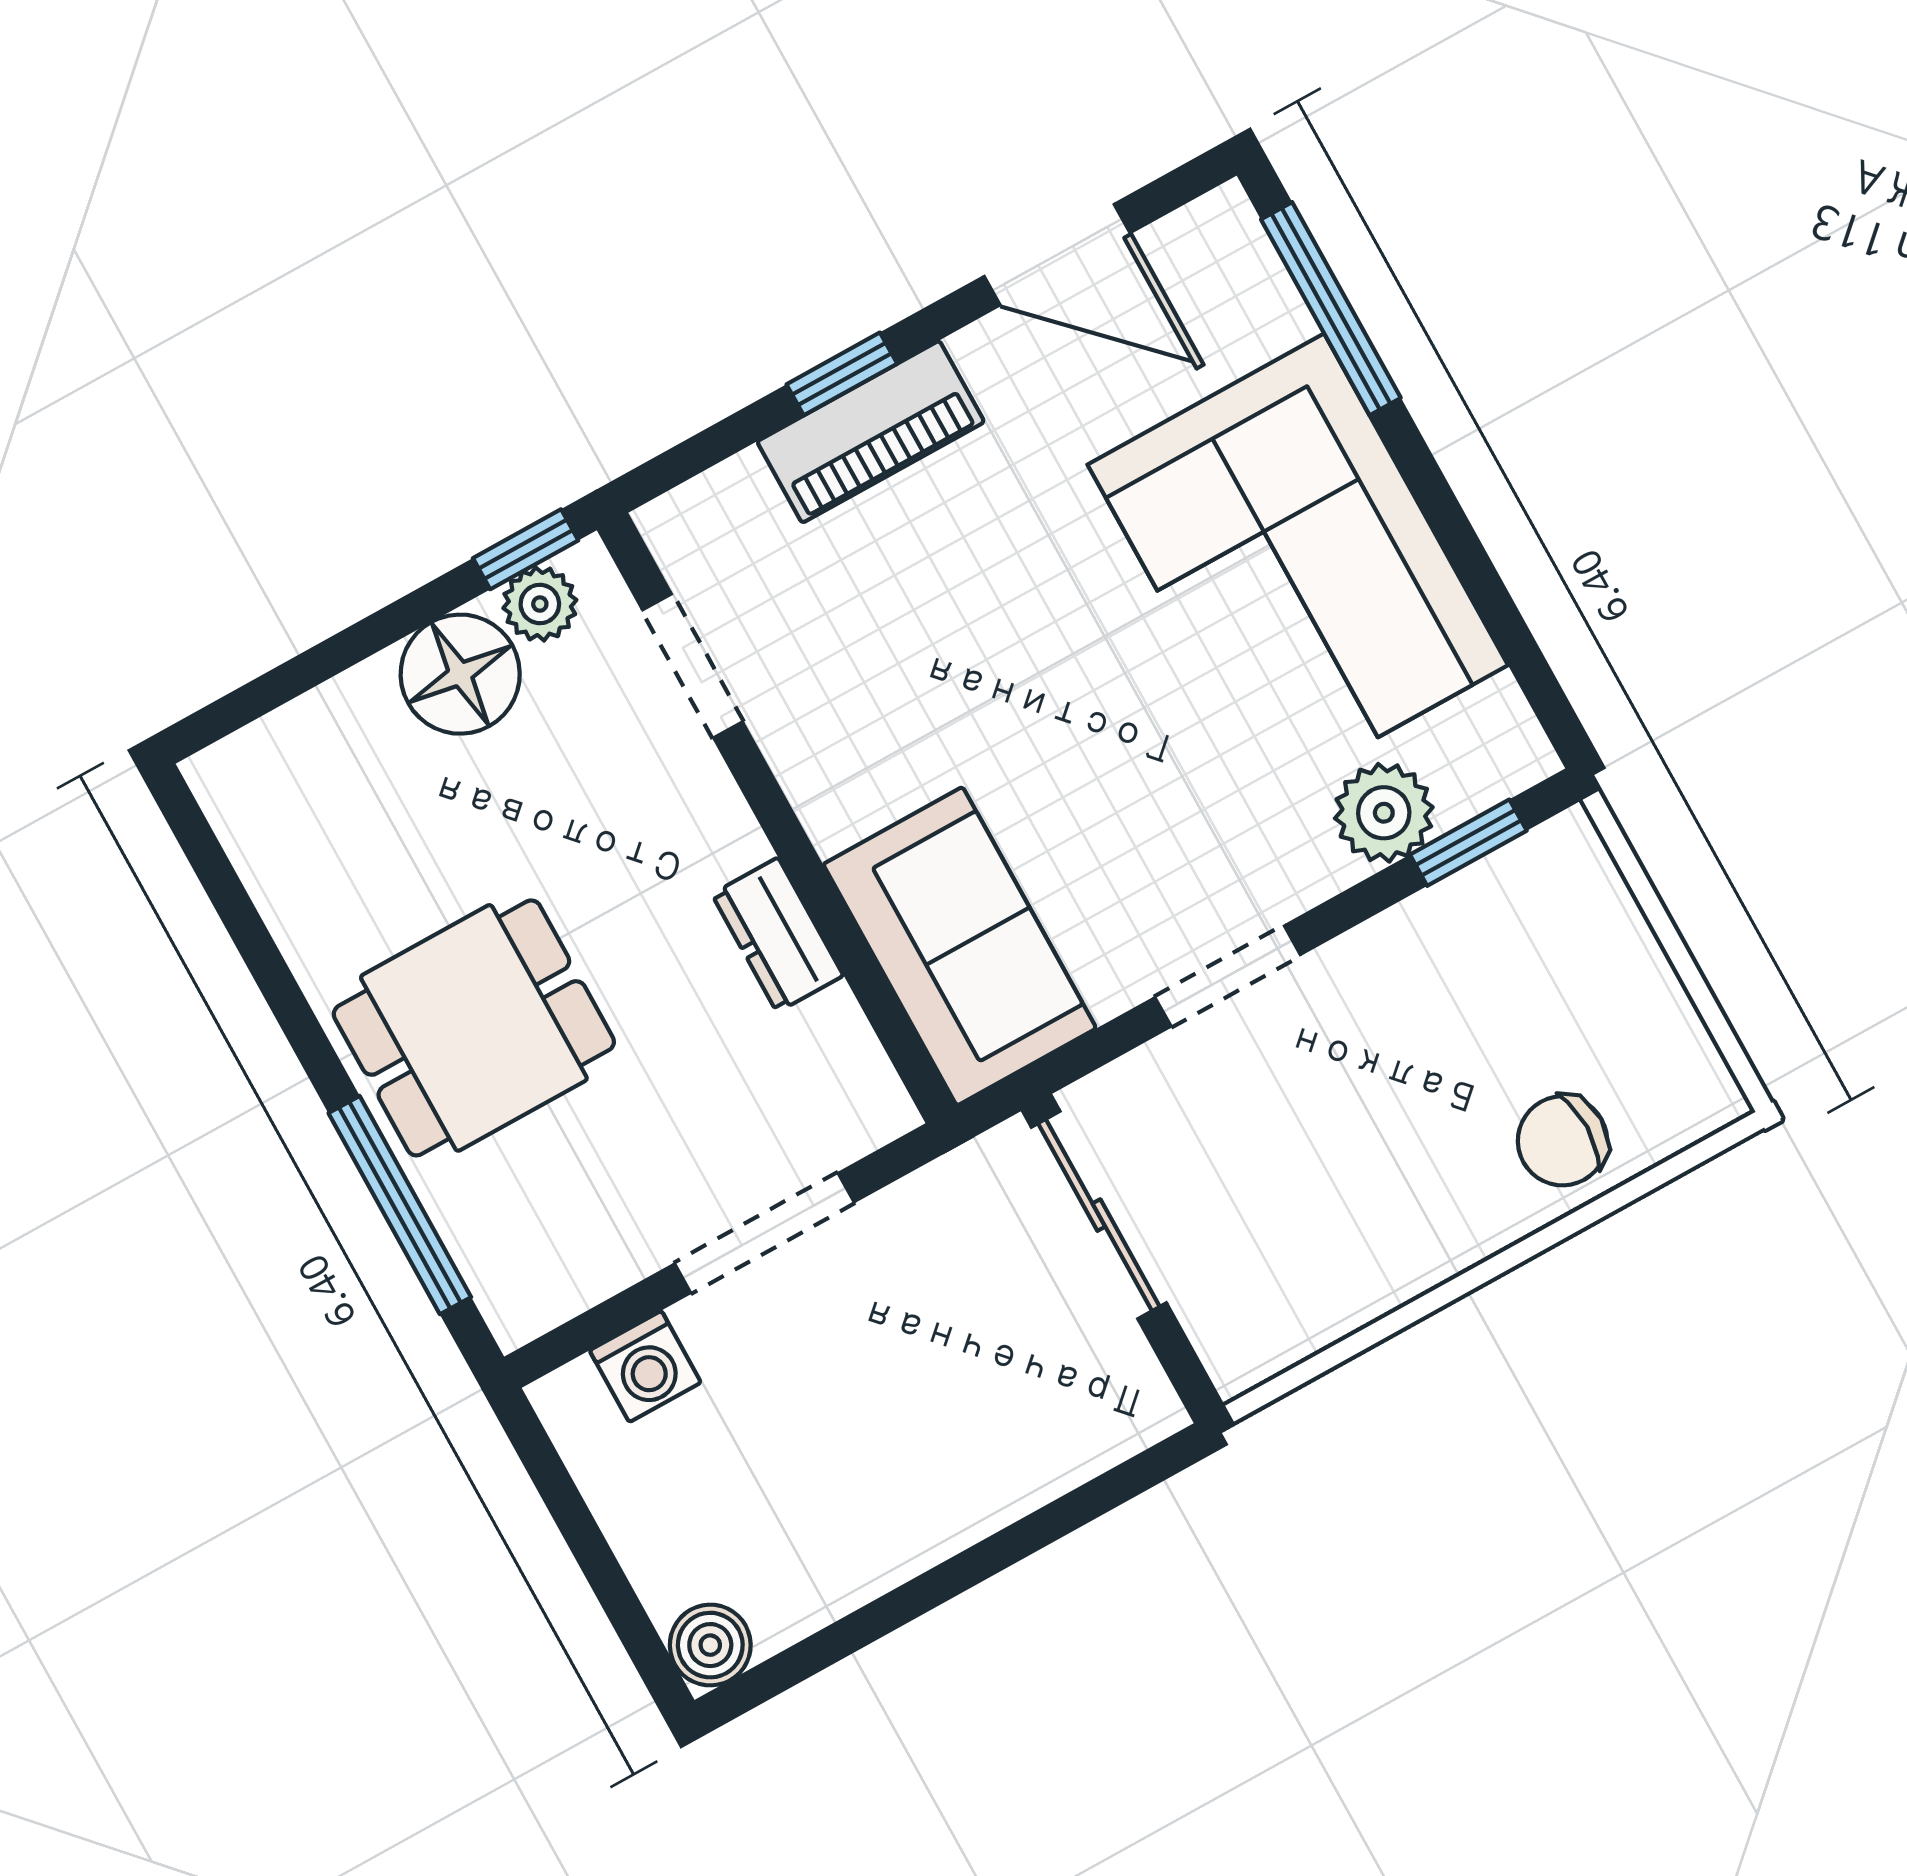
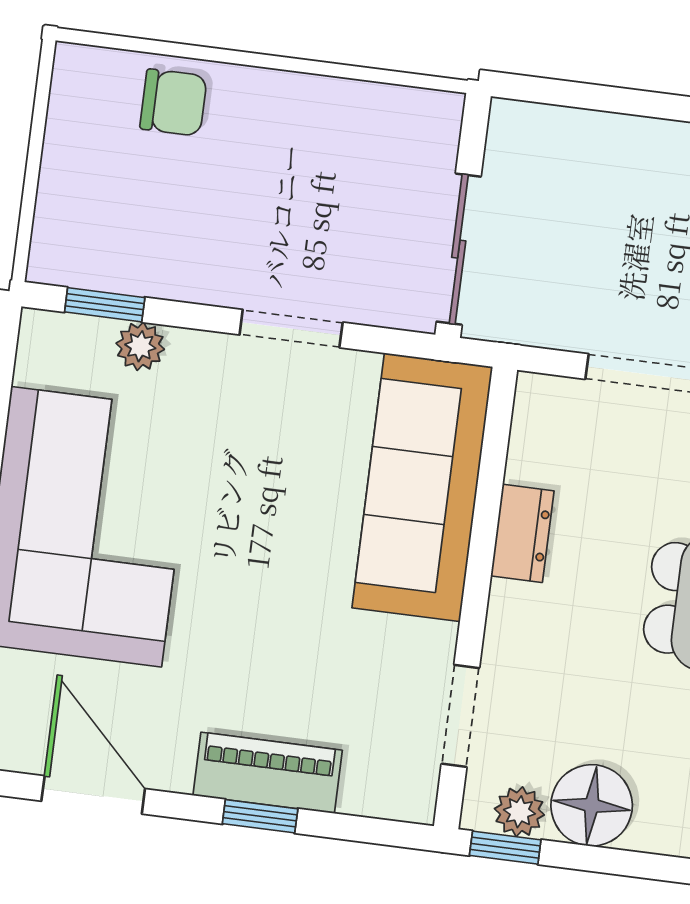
plant: (1384, 813) -> (140, 346), width x0.73, depth x0.73
sofa: (960, 946) -> (422, 487), width x1.36

